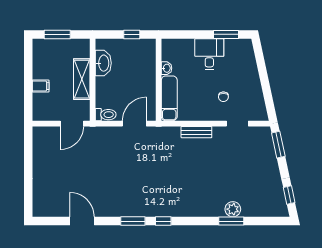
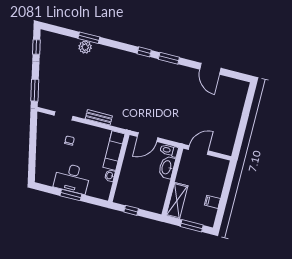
window: (226, 34) -> (71, 195), moved
desk: (209, 54) -> (72, 178), width x1.37
washbasin: (103, 63) -> (167, 167), moved
shelving: (82, 79) -> (177, 201), moved
filing cabinet: (41, 86) -> (212, 202), moved

